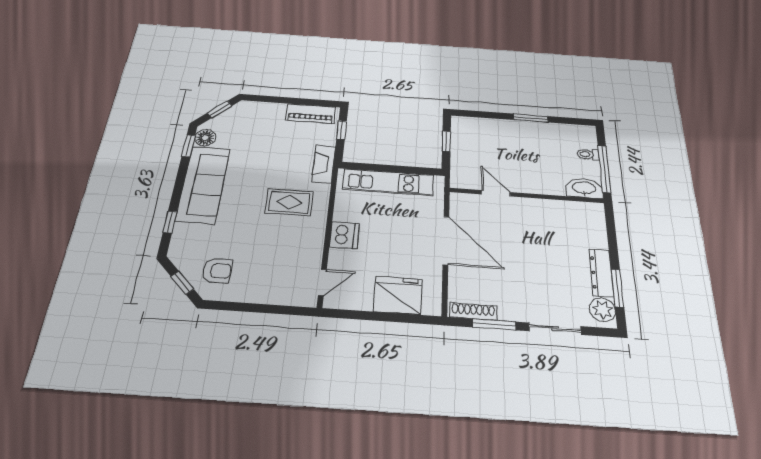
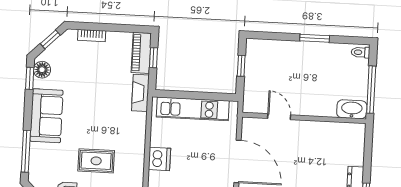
bookcase: (269, 107) -> (92, 36), added
piano: (311, 114) -> (141, 53), moved, turned 90
toilet: (588, 154) -> (361, 52), moved
sofa: (203, 184) -> (46, 116), width x0.73
rug: (289, 202) -> (96, 161), moved
window: (170, 222) -> (26, 151), width x2.17

